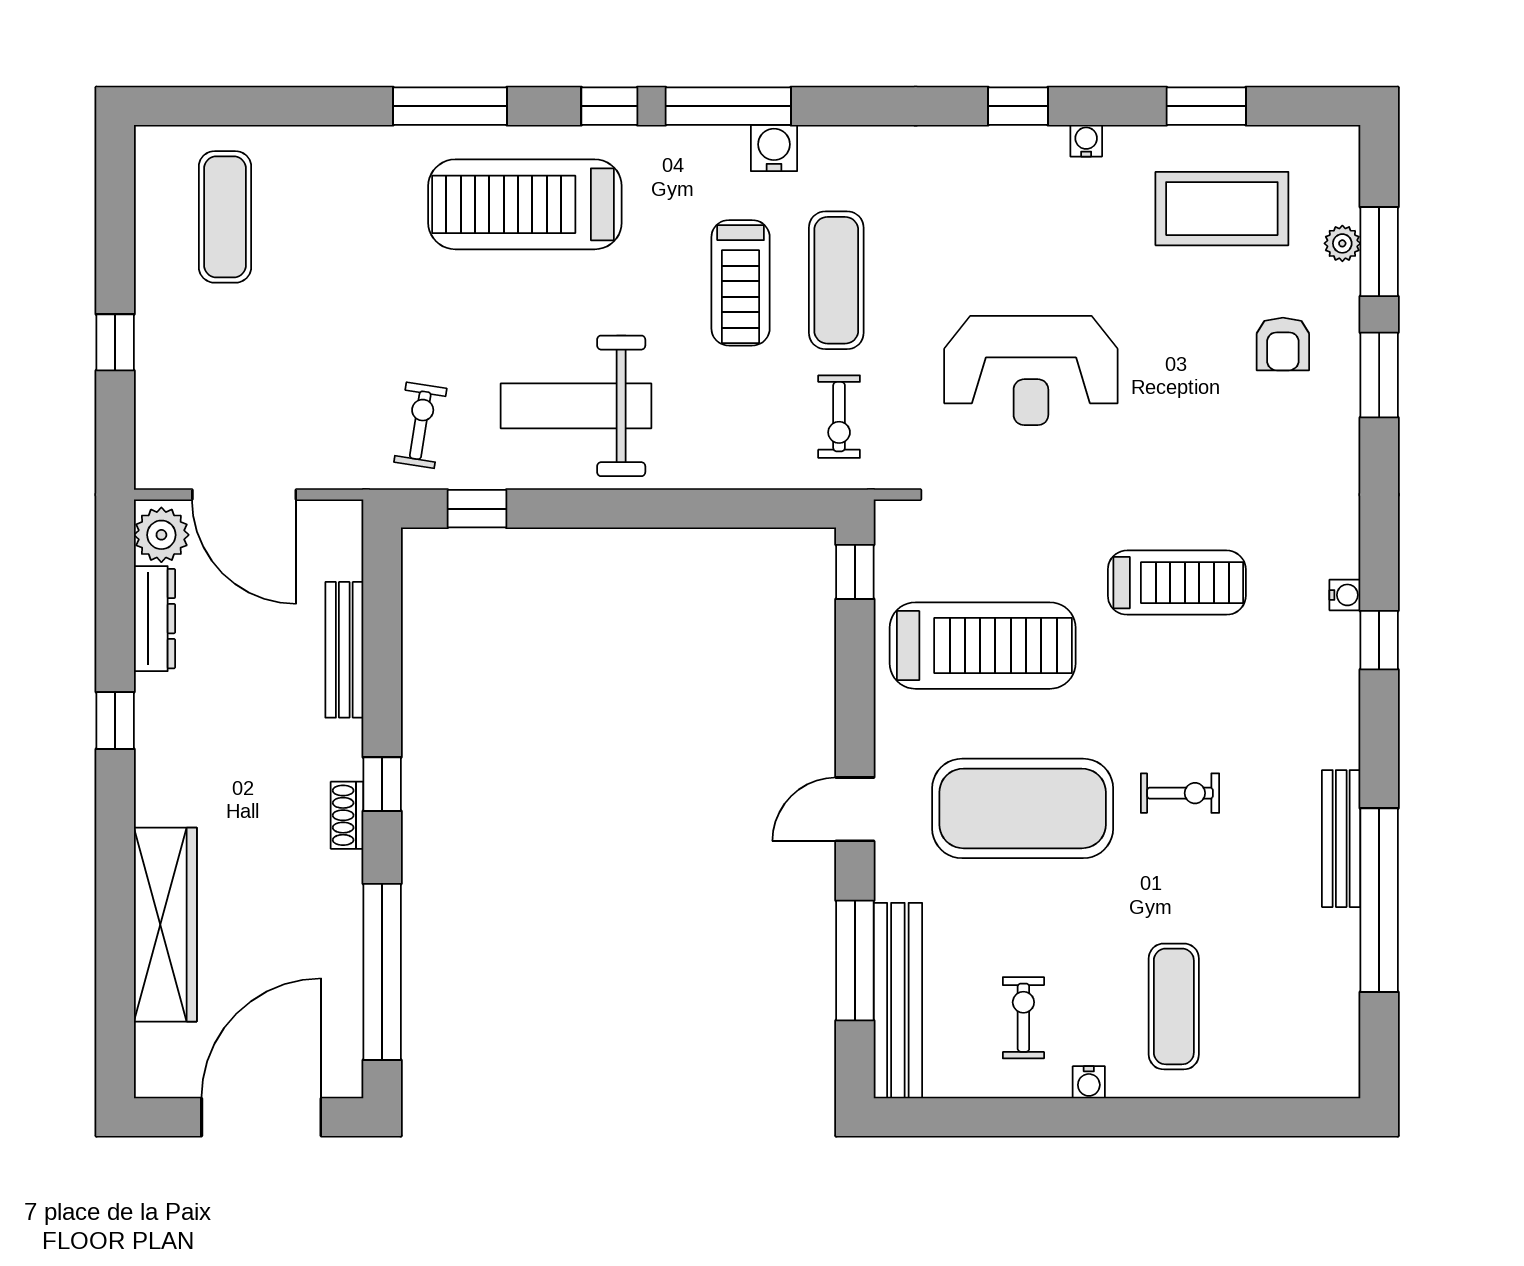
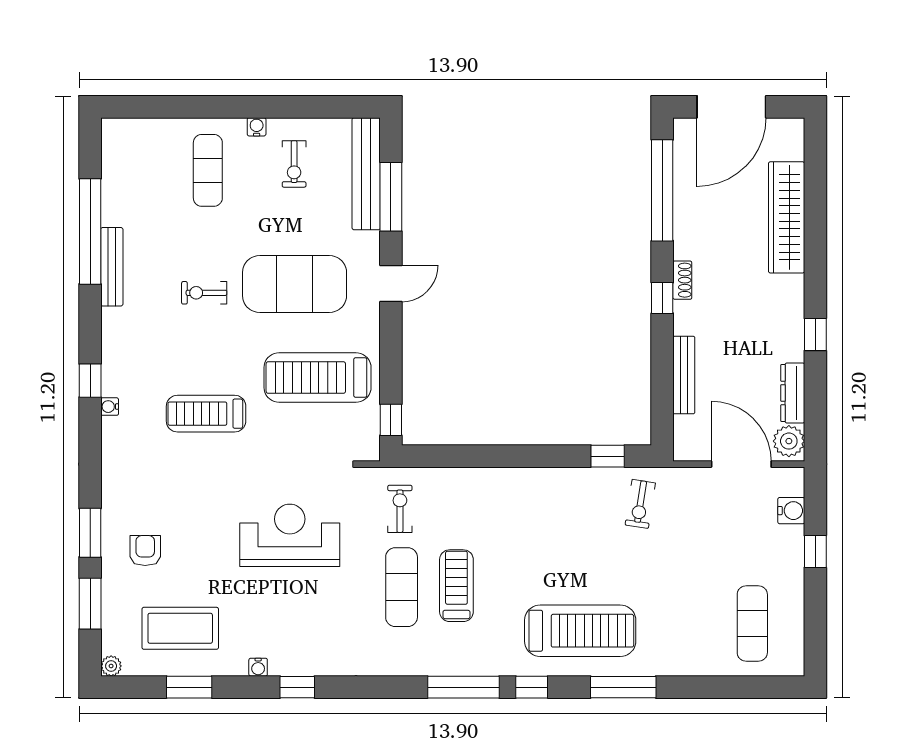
water cooler: (774, 148) -> (791, 511), moved, turned -90
plant: (1342, 243) -> (111, 666), moved
weight bench: (576, 406) -> (551, 515), removed

